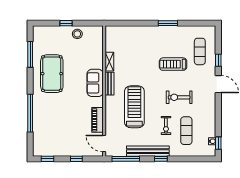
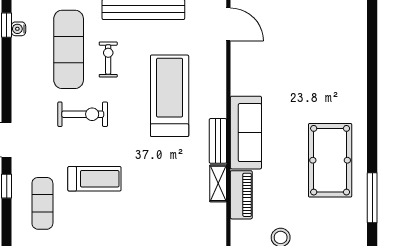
sofa: (95, 83) -> (246, 133), width x1.36
treadmill: (134, 107) -> (170, 96), turned 180
window: (30, 113) -> (372, 83), removed
piano: (98, 120) -> (241, 195), moved
exercise mat: (186, 131) -> (69, 49), width x1.36, depth x1.45

